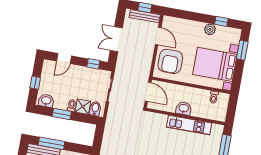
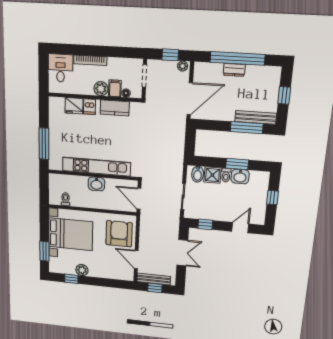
washbasin: (46, 101) -> (240, 176), moved
kitchen unit: (189, 125) -> (96, 167), width x1.36

